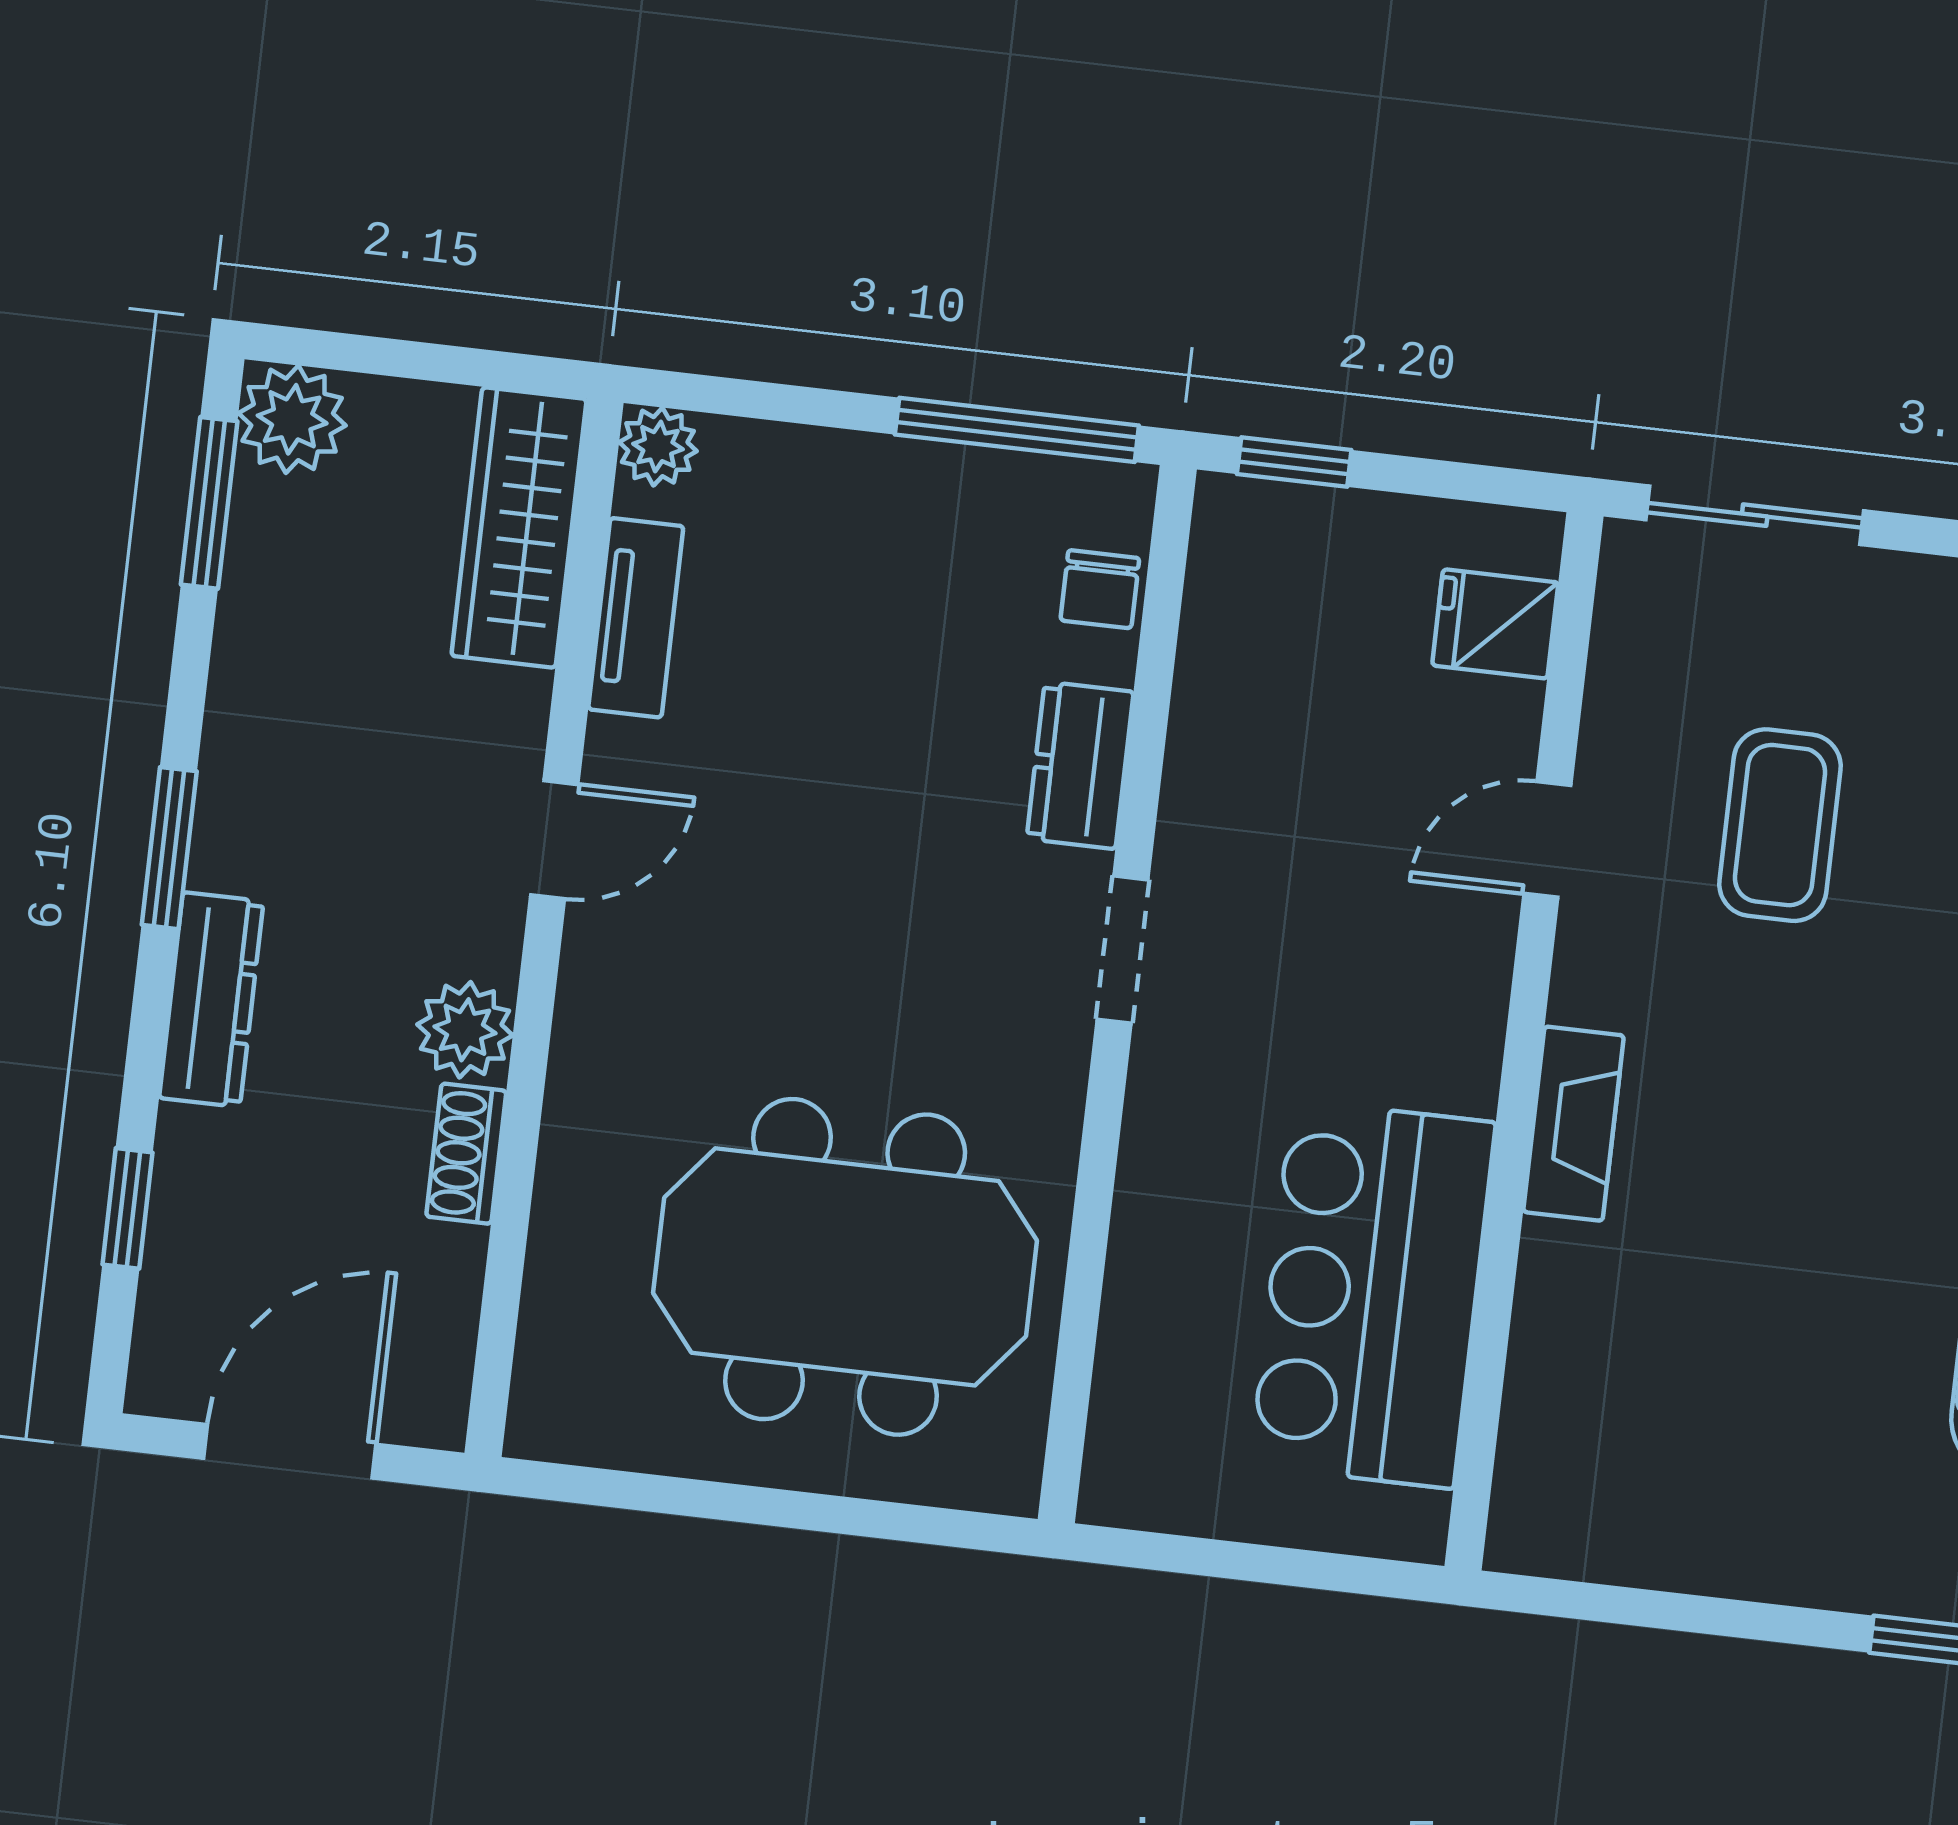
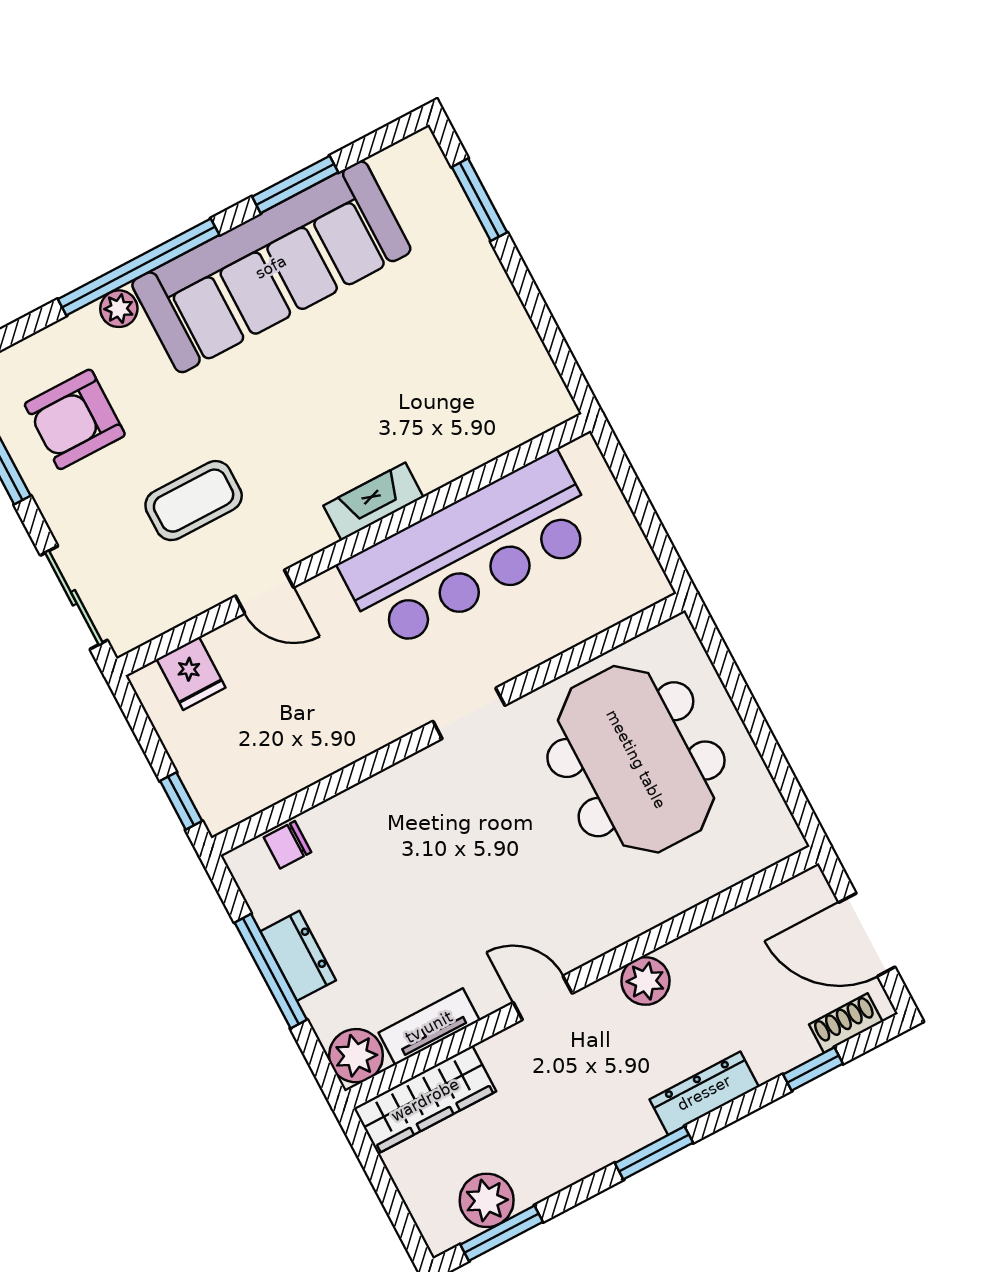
plant: (292, 419) -> (487, 1200), moved
window: (1017, 430) -> (271, 971), moved
plant: (658, 447) -> (356, 1056), width x1.38, depth x1.38
chair: (1100, 589) -> (288, 845), turned 180
dresser: (1080, 765) -> (298, 956), moved, turned -90
doorway: (1122, 949) -> (469, 713), moved
shoe rack: (466, 1154) -> (846, 1023), moved, turned 180
bar counter: (1373, 1294) -> (470, 551), width x1.36

